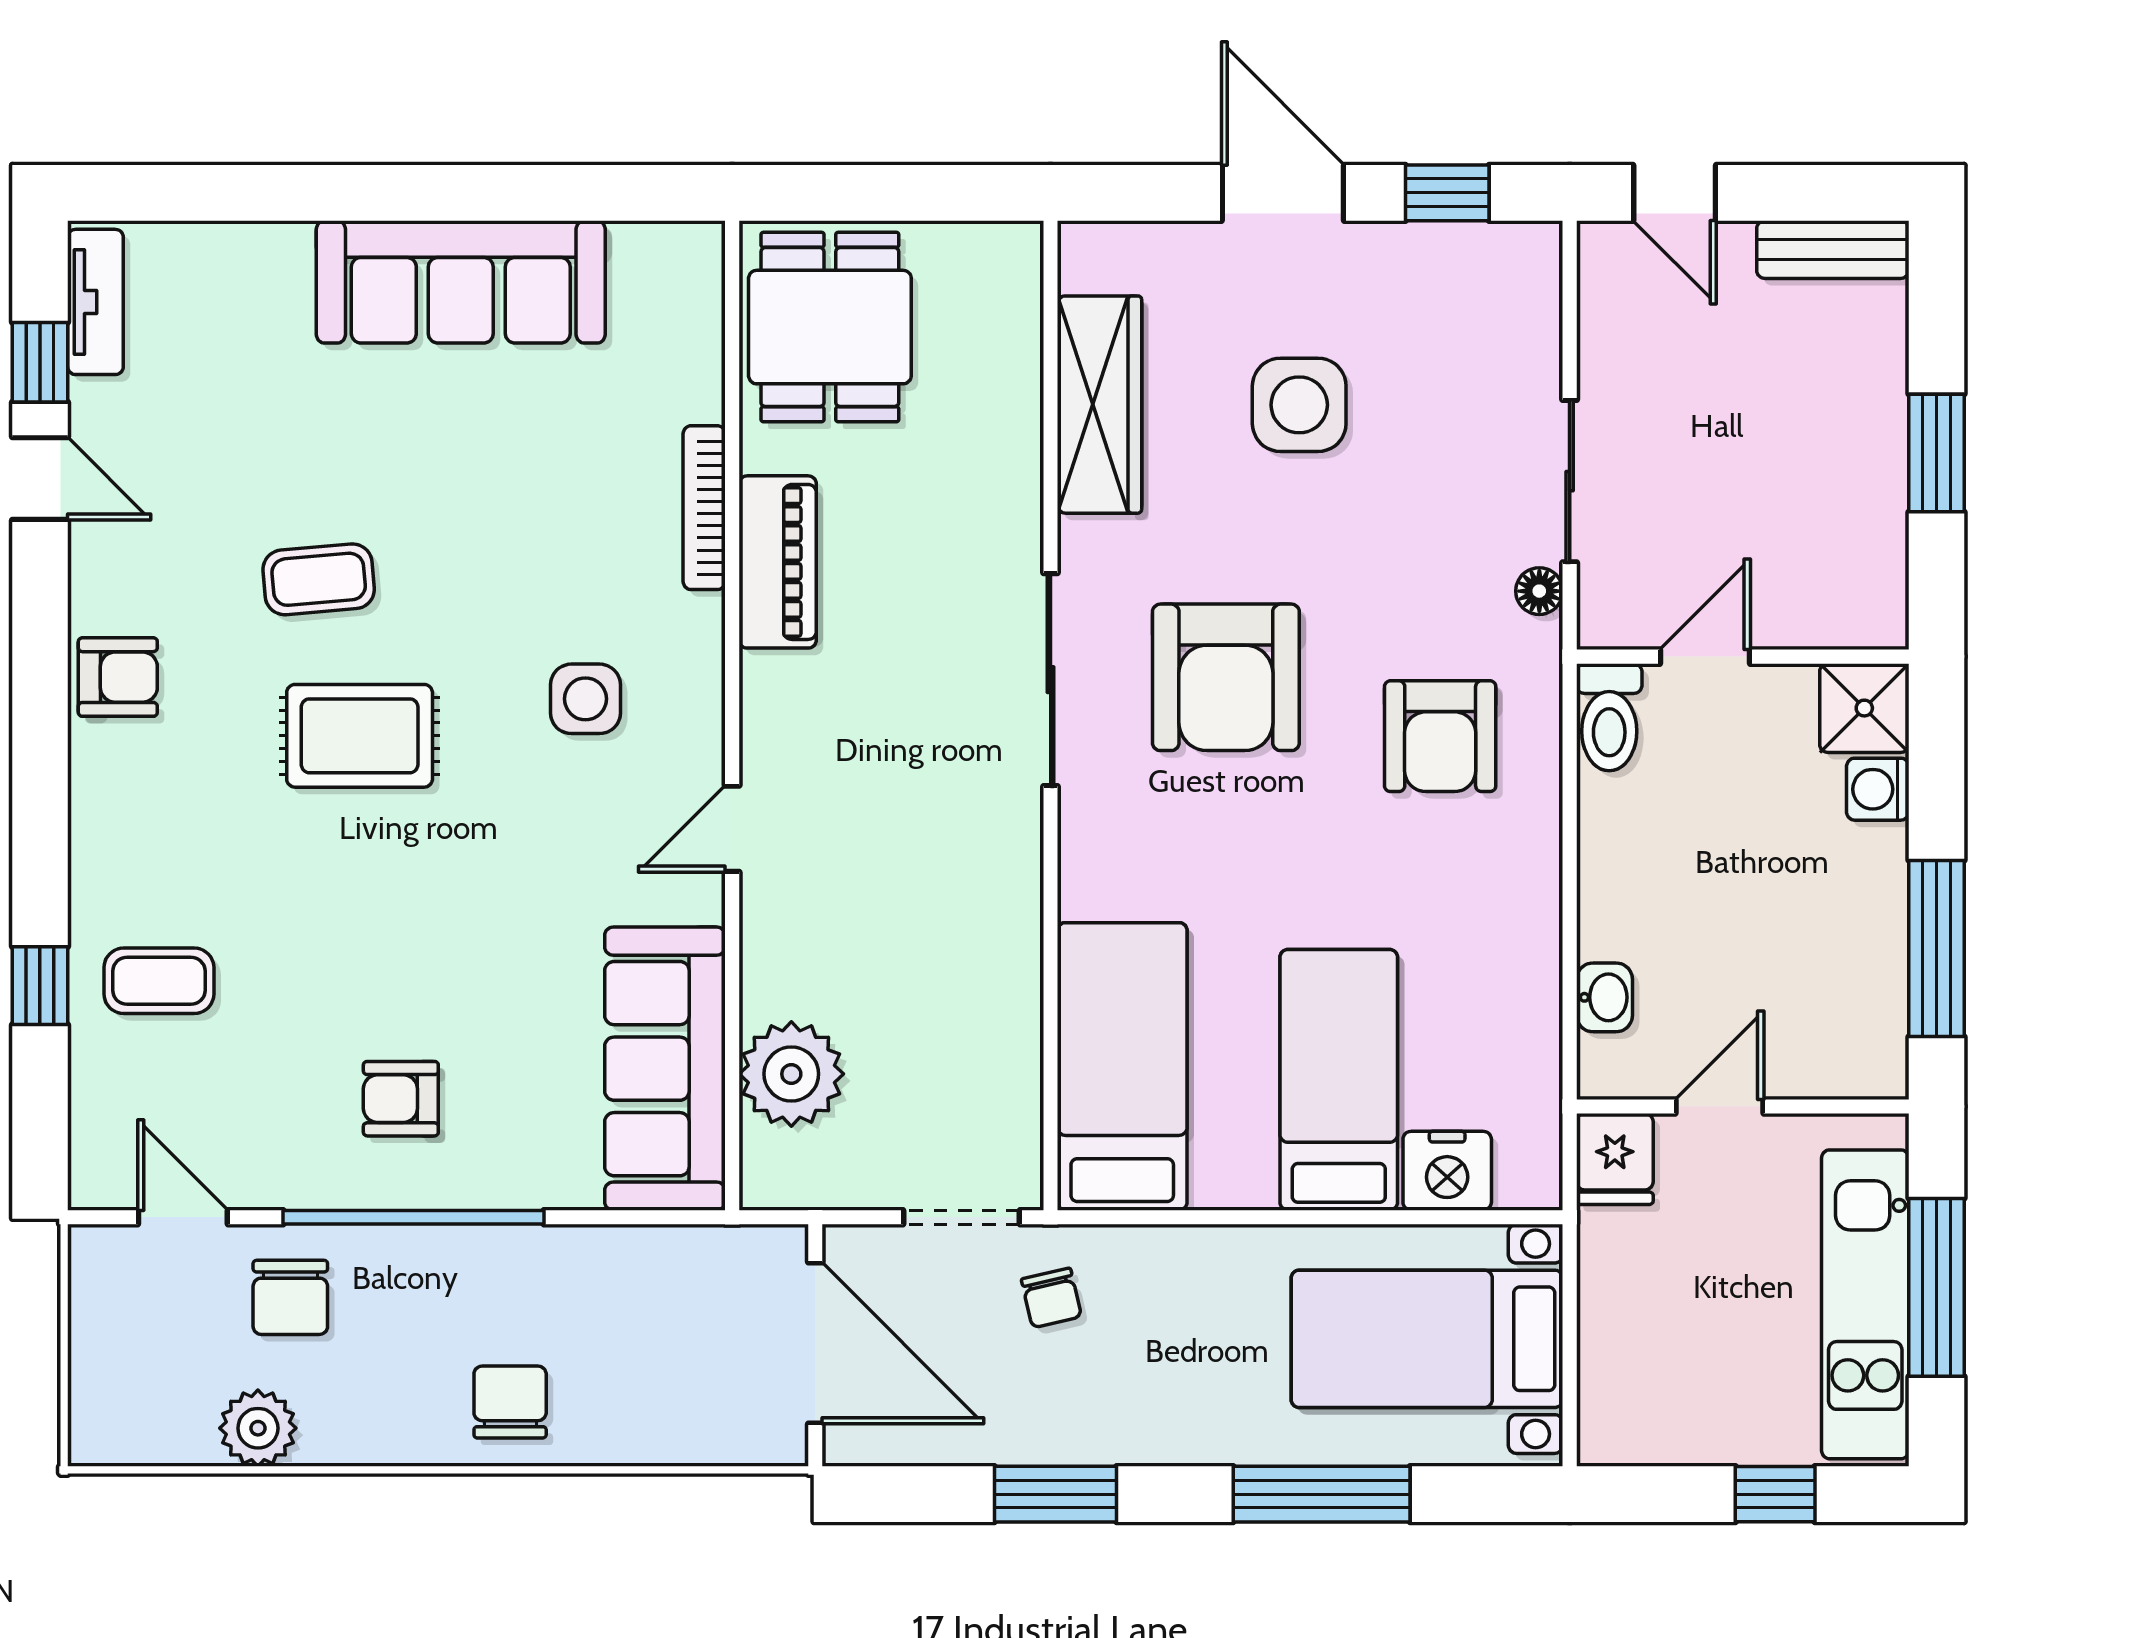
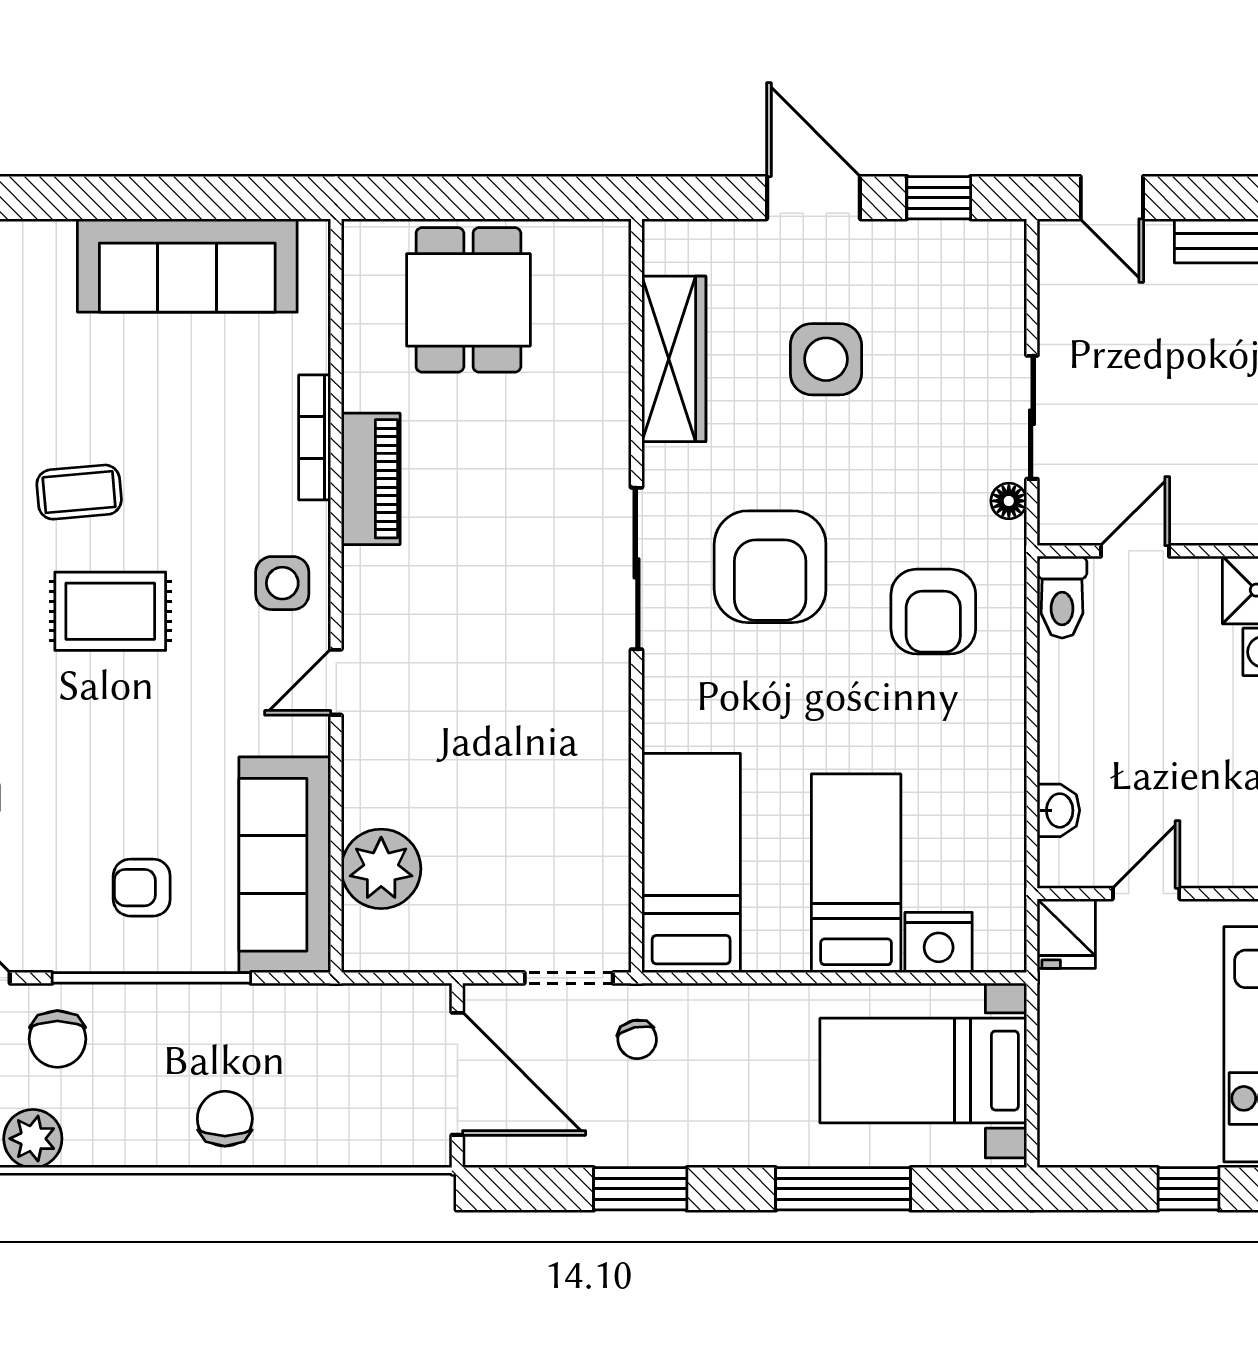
bookcase: (704, 508) -> (315, 437), moved
piano: (778, 562) -> (371, 479), moved
wall: (732, 715) -> (336, 596), moved
door: (732, 829) -> (336, 682), moved
sofa: (665, 1069) -> (285, 865), moved
plant: (791, 1074) -> (381, 869), moved

